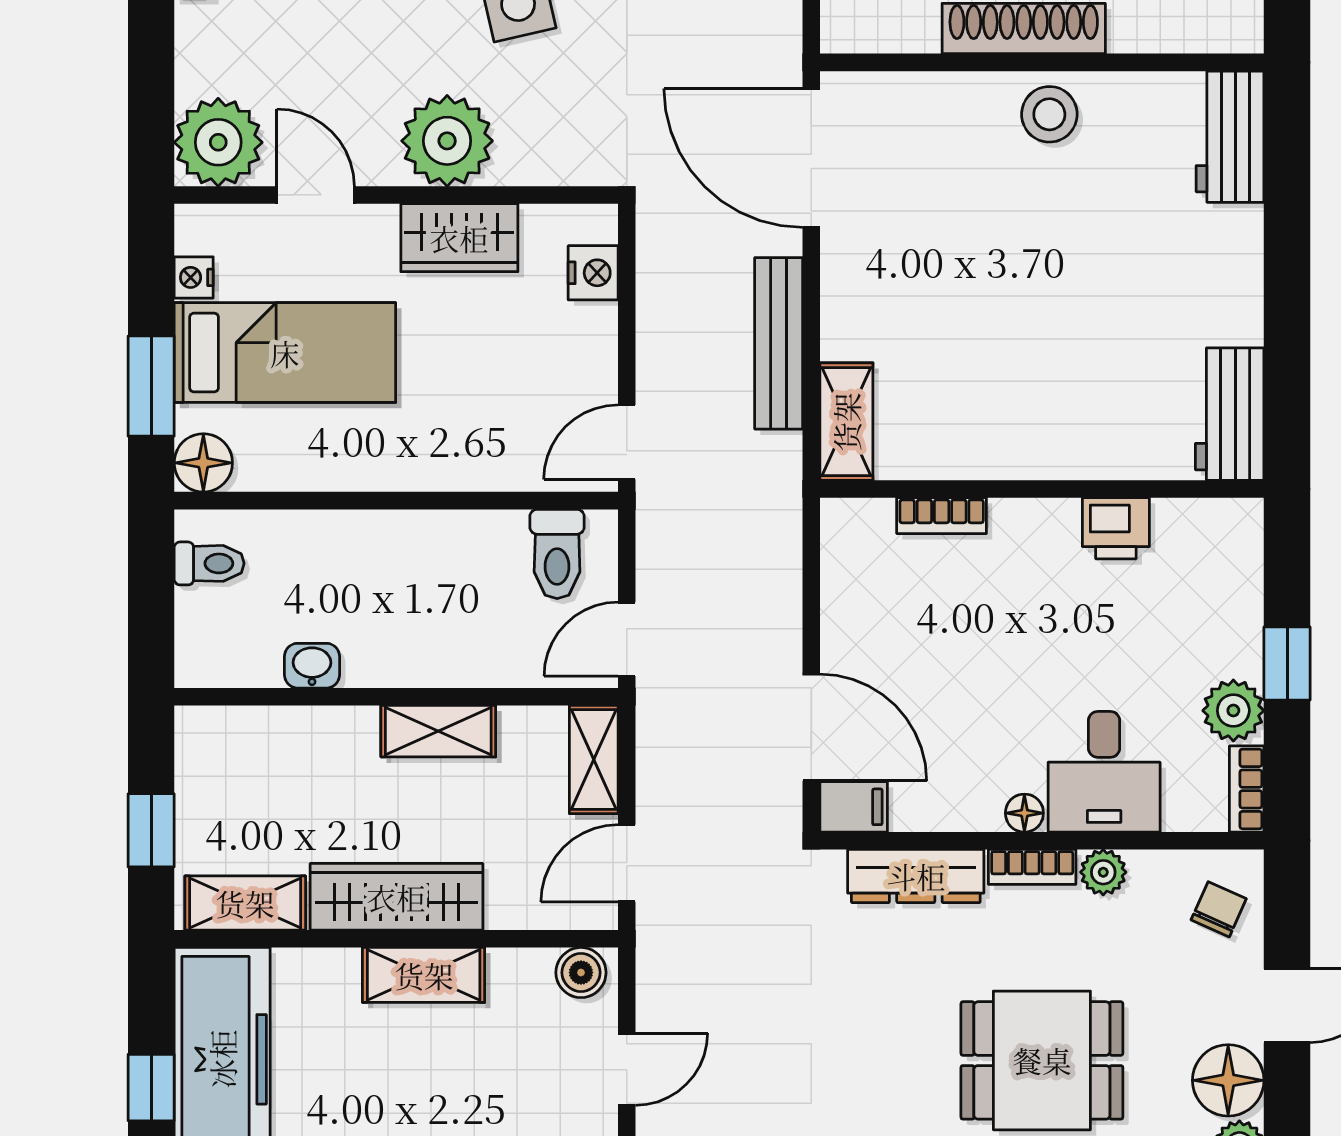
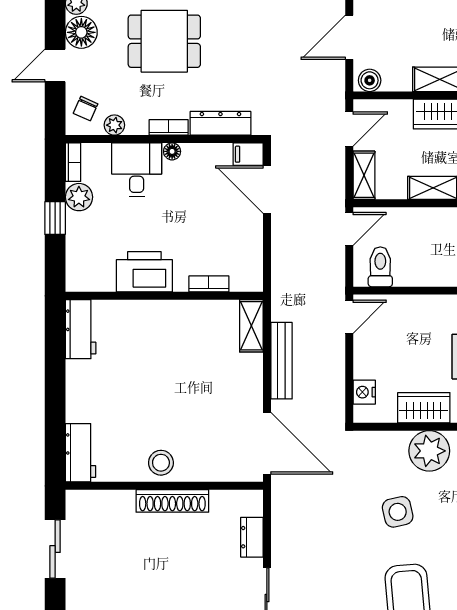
printer: (1116, 528) -> (144, 272), width x1.87, depth x1.48
plant: (1103, 872) -> (114, 125), moved
door: (627, 1069) -> (349, 37), width x1.38

